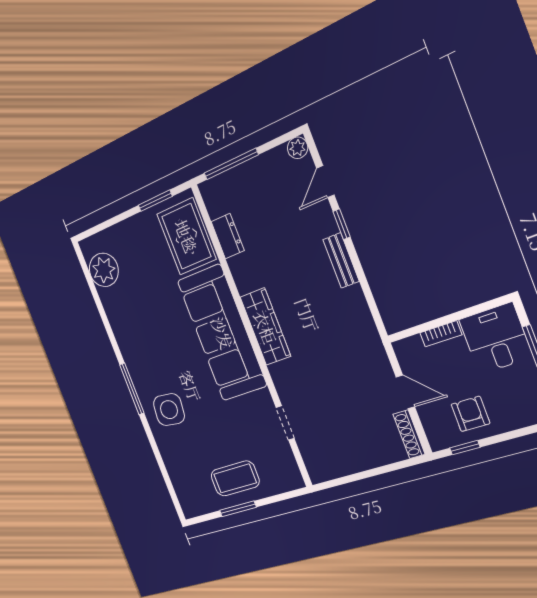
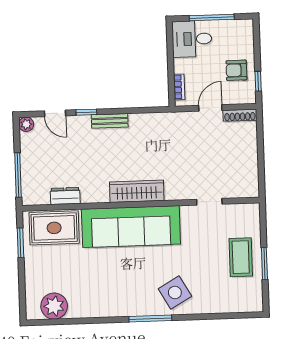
bookcase: (441, 334) -> (179, 87), moved
side table: (169, 410) -> (175, 292), turned -37

